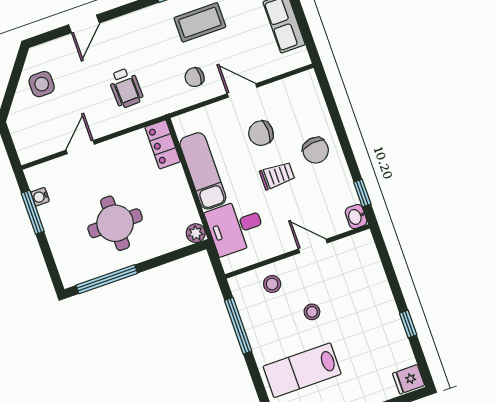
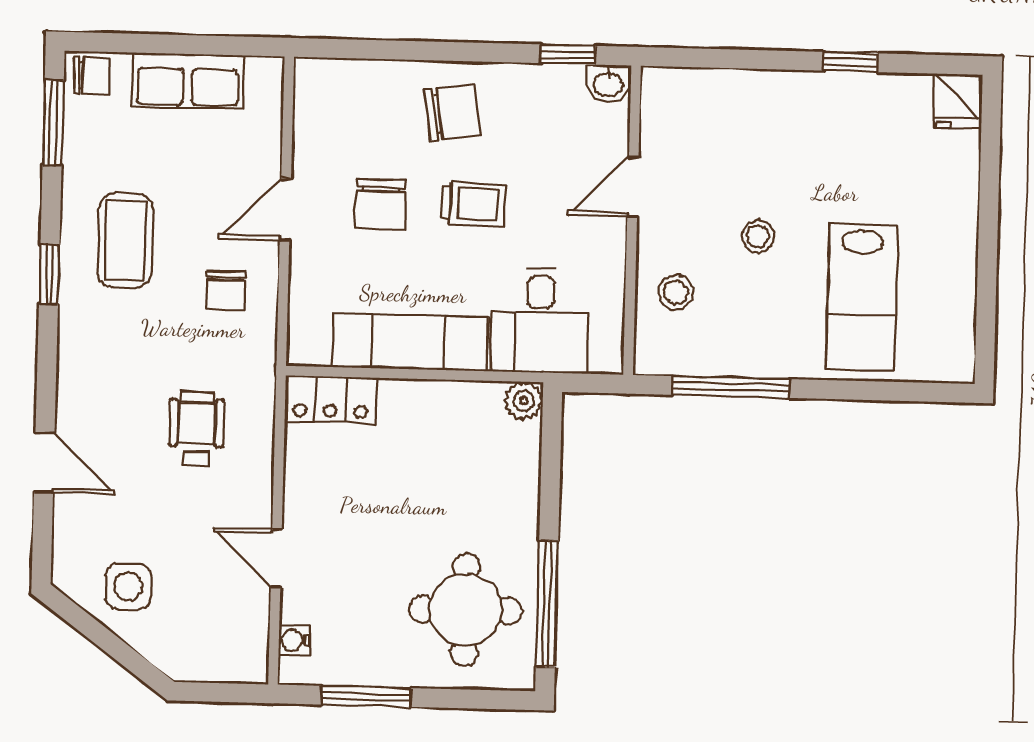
wheelchair: (126, 88) -> (196, 429), turned -88
trolley: (277, 176) -> (473, 204), turned 92
water cooler: (40, 197) -> (294, 640), moved, turned 90
round table: (115, 223) -> (465, 610), moved

